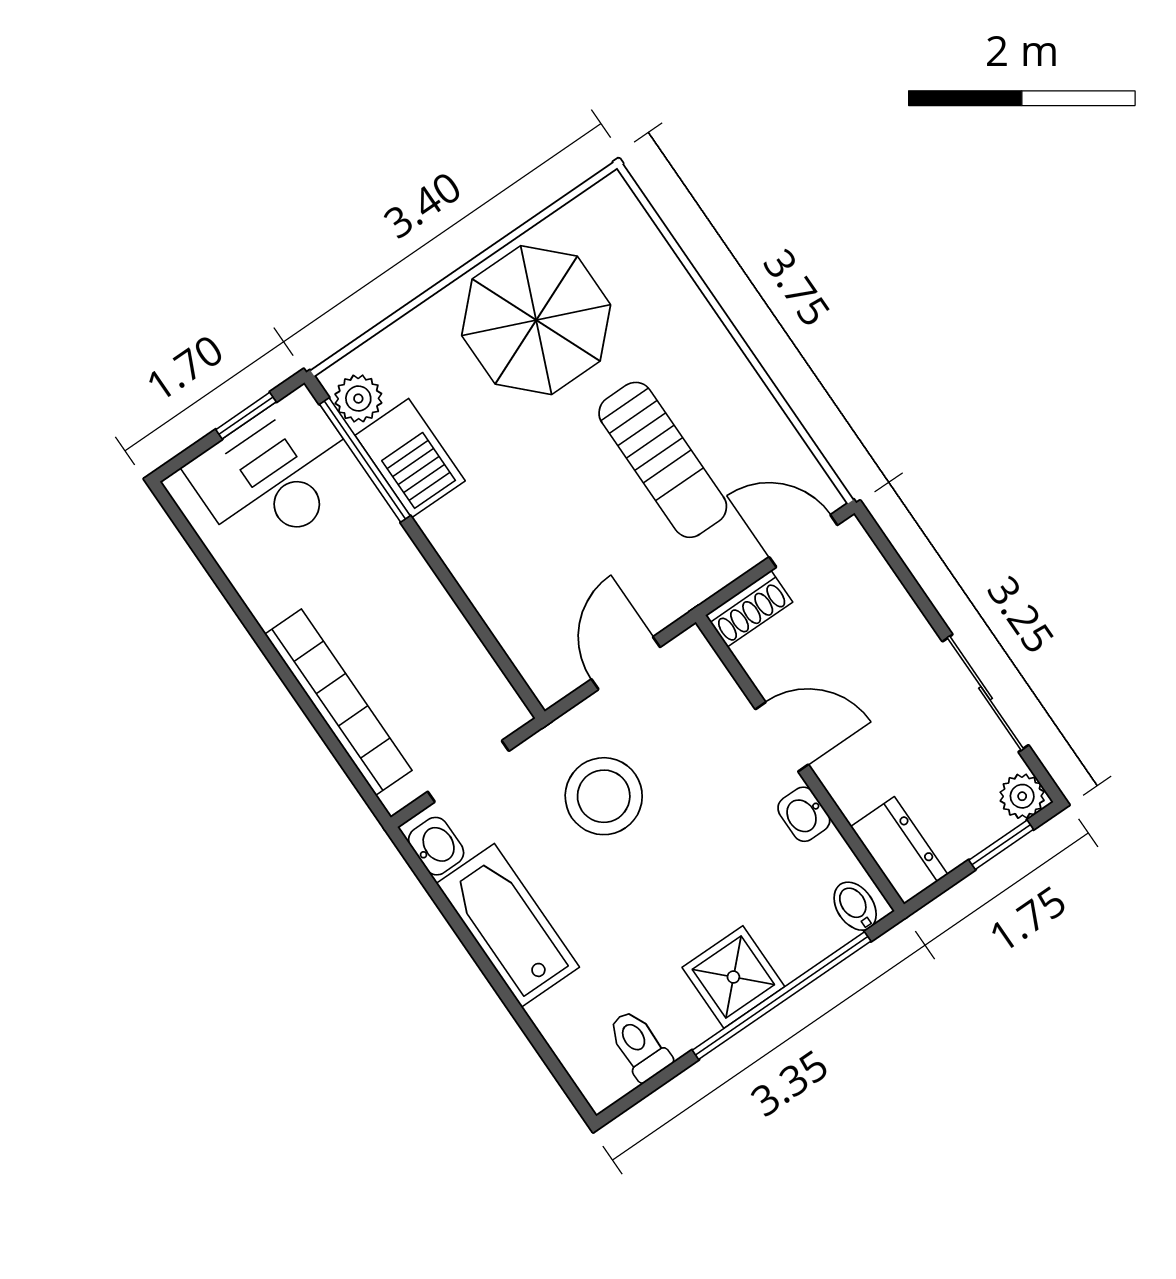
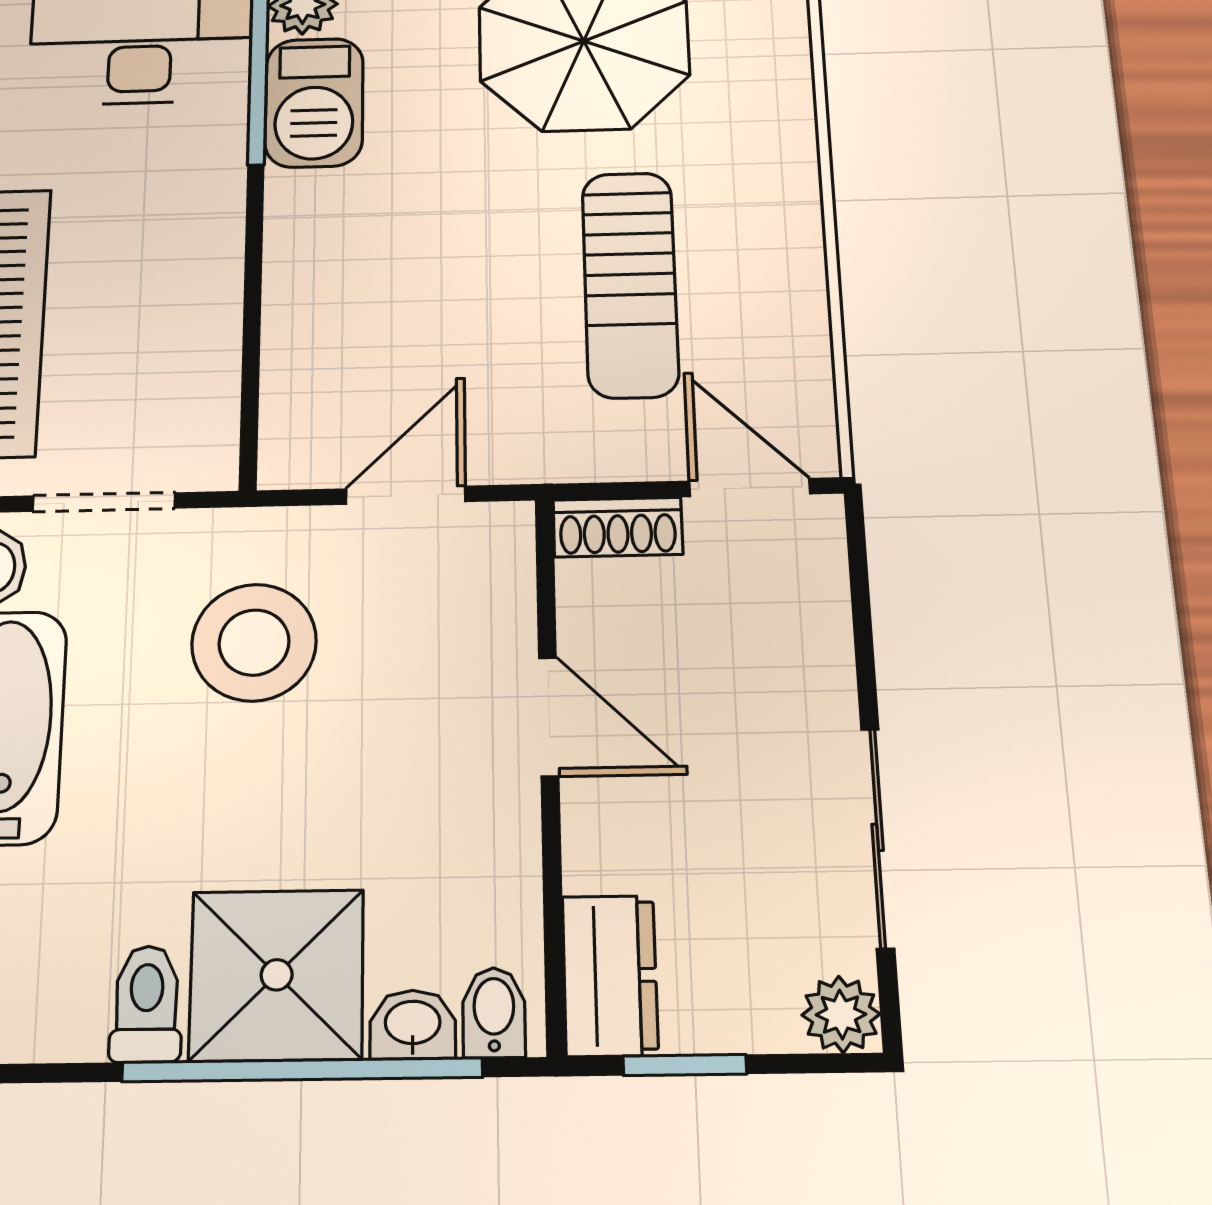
washbasin: (804, 814) -> (413, 1024), moved, turned 90
window: (1001, 845) -> (685, 1065), moved
shower: (733, 977) -> (277, 975), width x1.36, depth x1.36
toilet: (639, 1045) -> (146, 1004), moved

